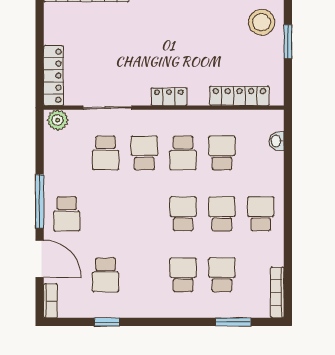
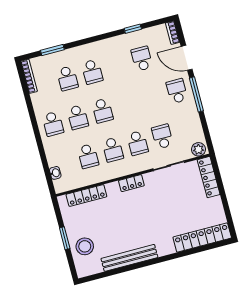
school desk: (183, 153) -> (113, 150), turned 180

